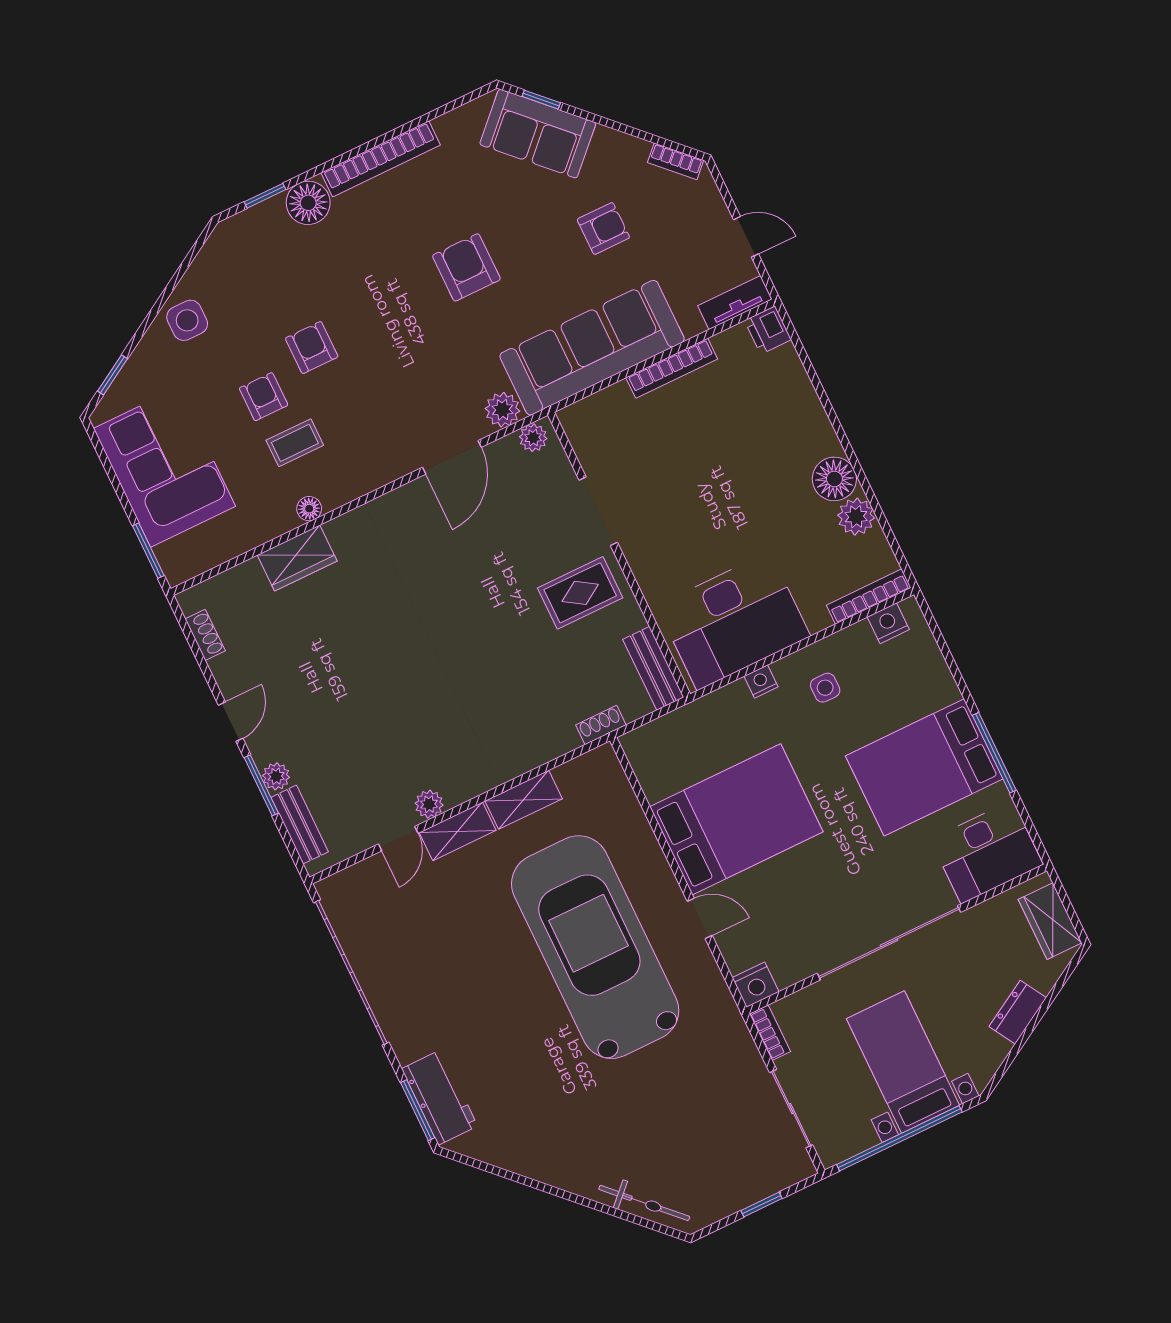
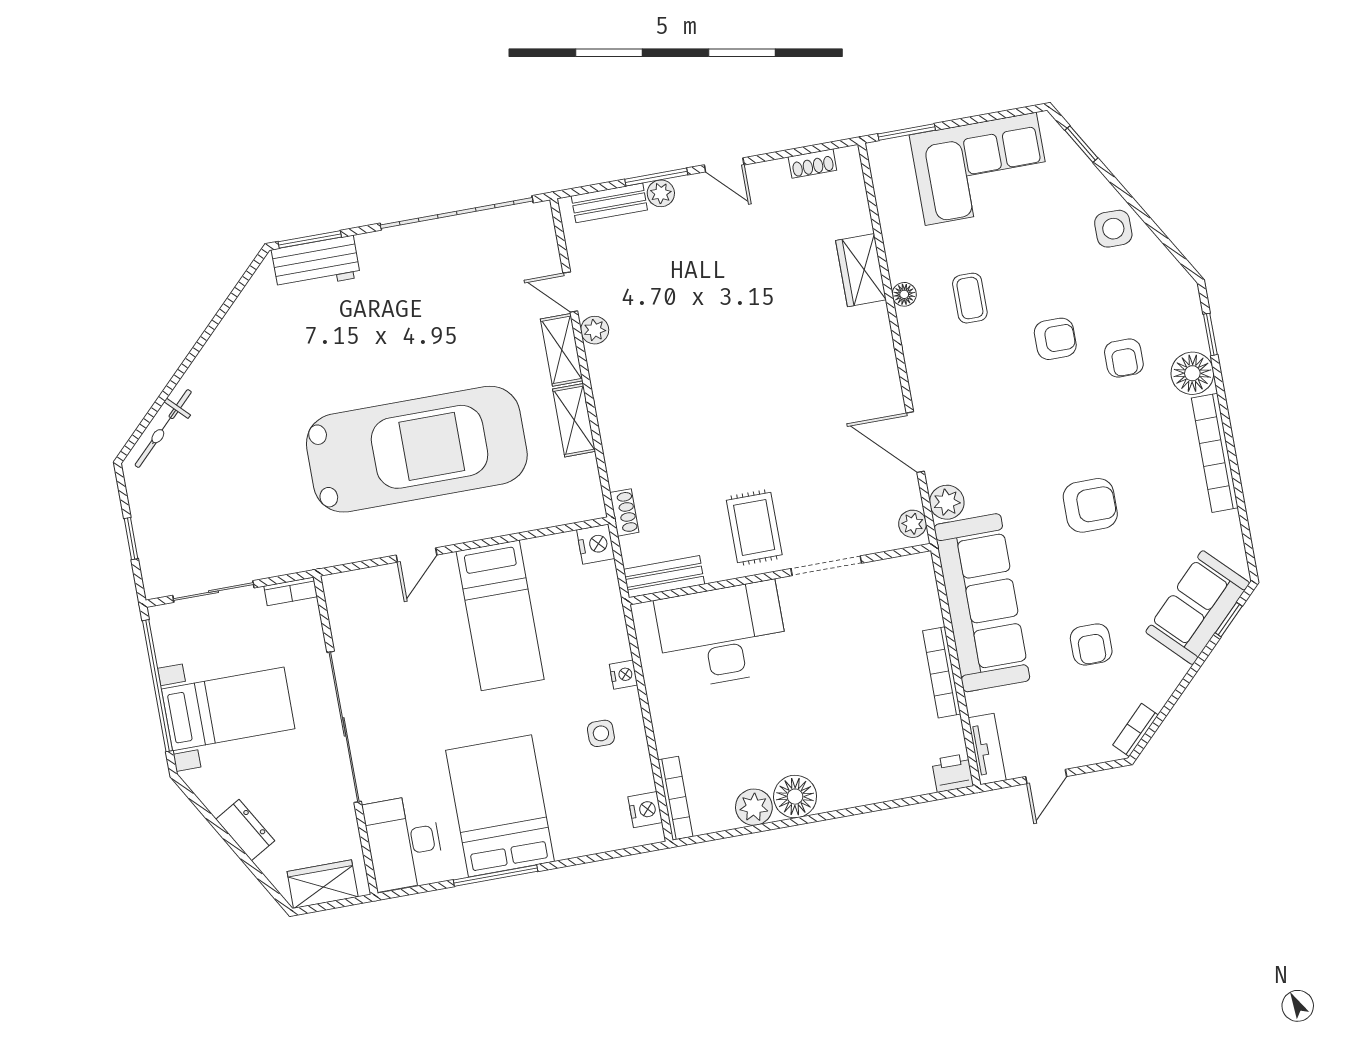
armchair: (264, 397) -> (1124, 358), moved, turned 90
desk: (734, 621) -> (722, 635), moved, turned 90
bed: (736, 819) -> (500, 615), width x0.67
nightstand: (755, 985) -> (596, 544), moved, turned 180

